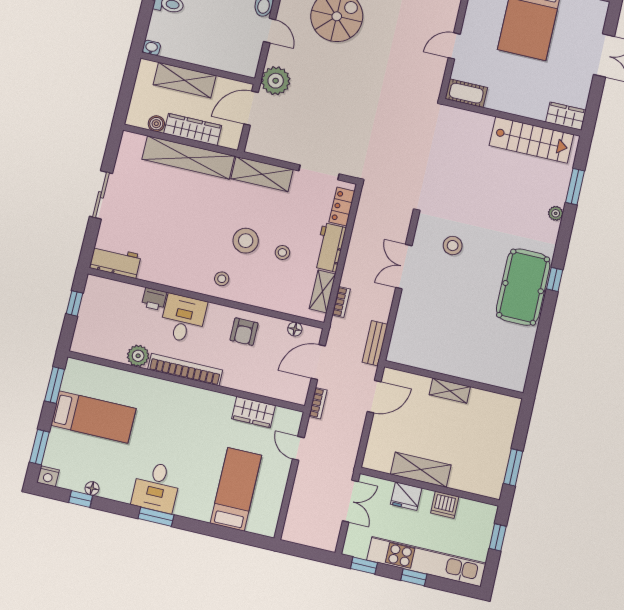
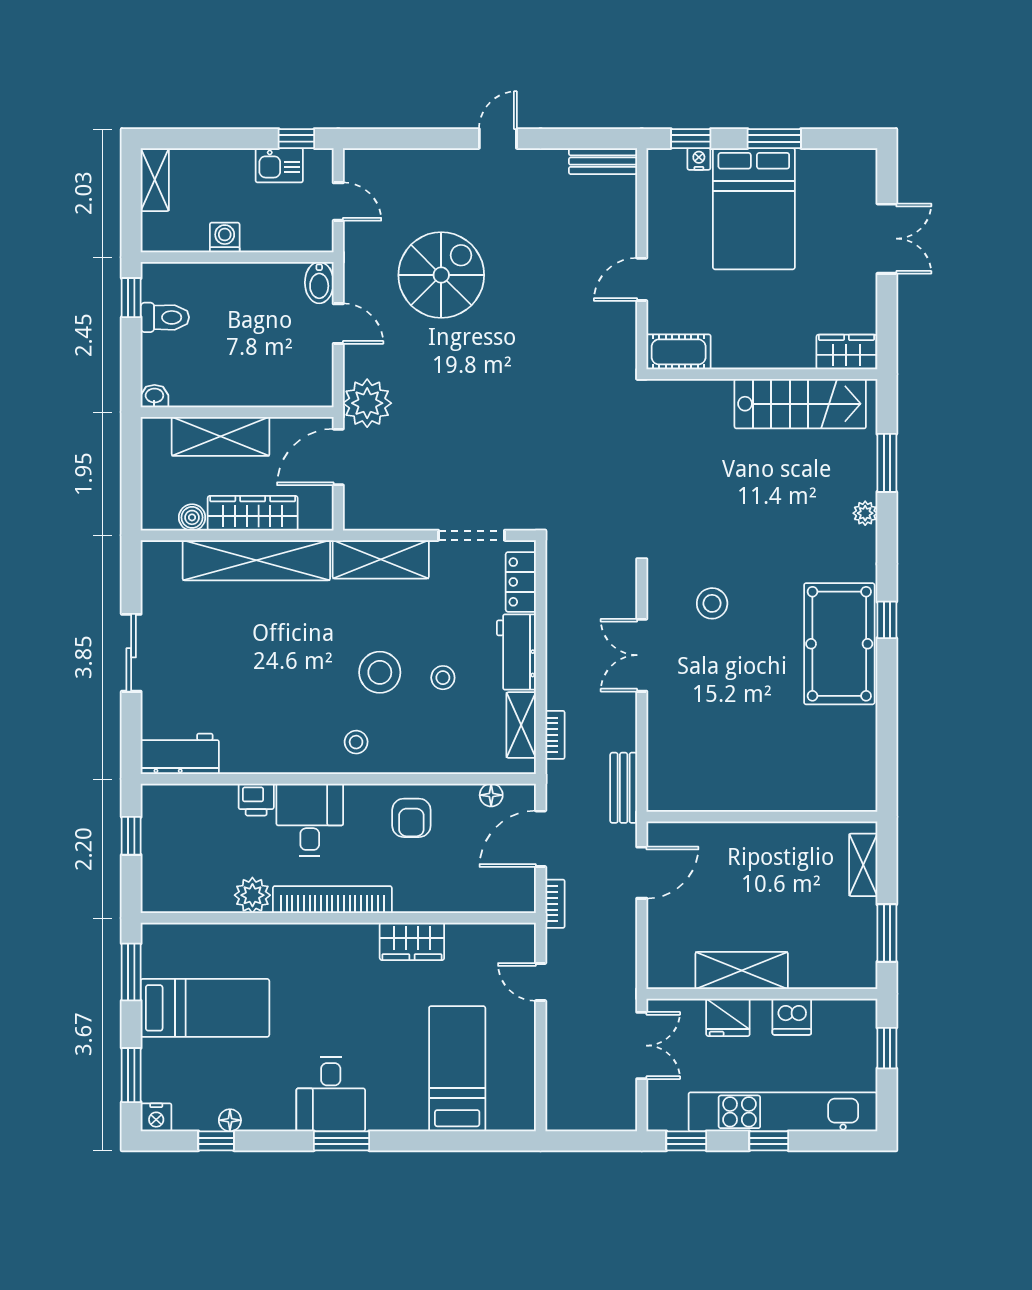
shelving: (450, 391) -> (863, 865), moved, turned 90
wardrobe: (254, 412) -> (412, 941), moved

